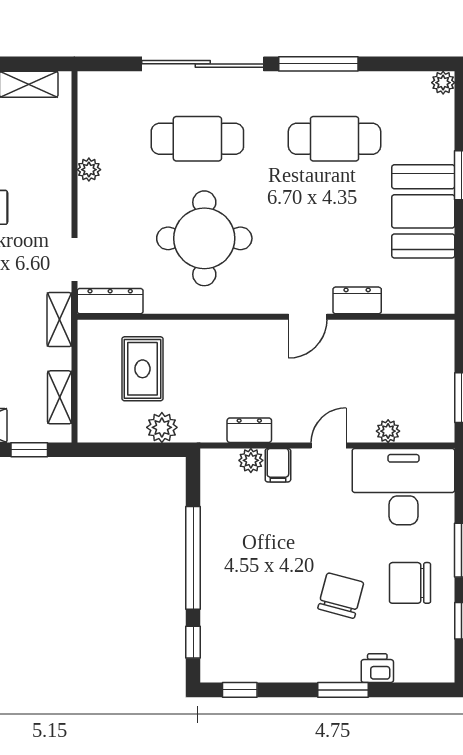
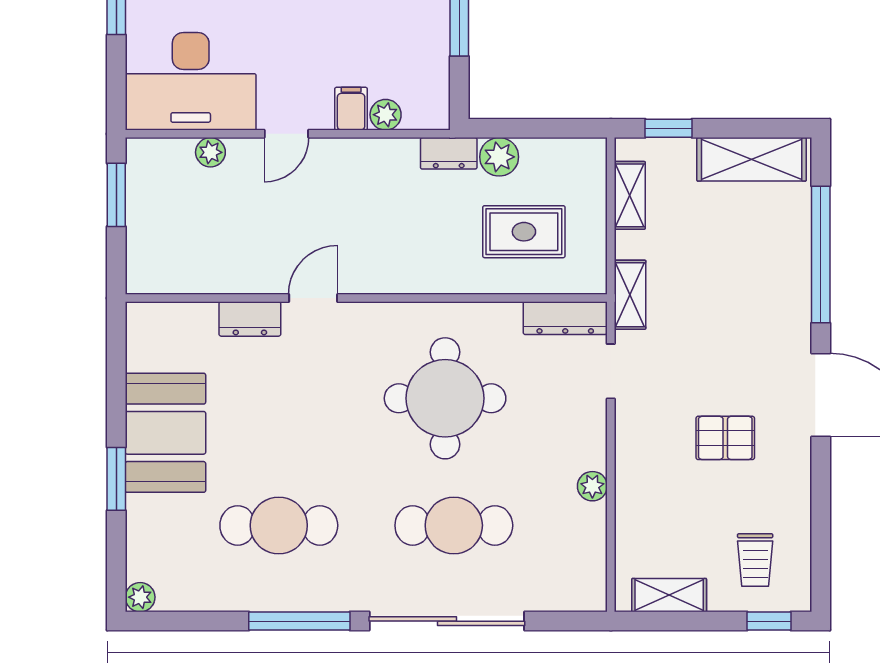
rug: (142, 369) -> (524, 232), turned 90
dresser: (249, 430) -> (449, 153), moved

